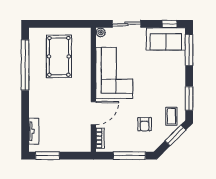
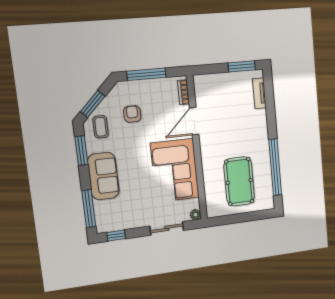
sofa: (166, 39) -> (103, 176), moved, turned 90

